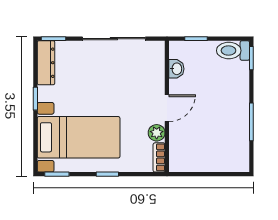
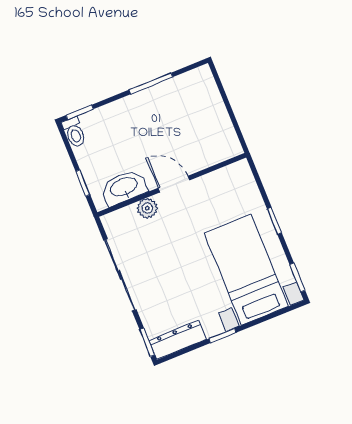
toilet: (233, 51) -> (74, 132), width x0.73, depth x0.72
washbasin: (176, 69) -> (124, 187), width x1.91, depth x1.45
plant: (157, 133) -> (147, 208), moved
bookcase: (159, 157) -> (232, 171), removed

